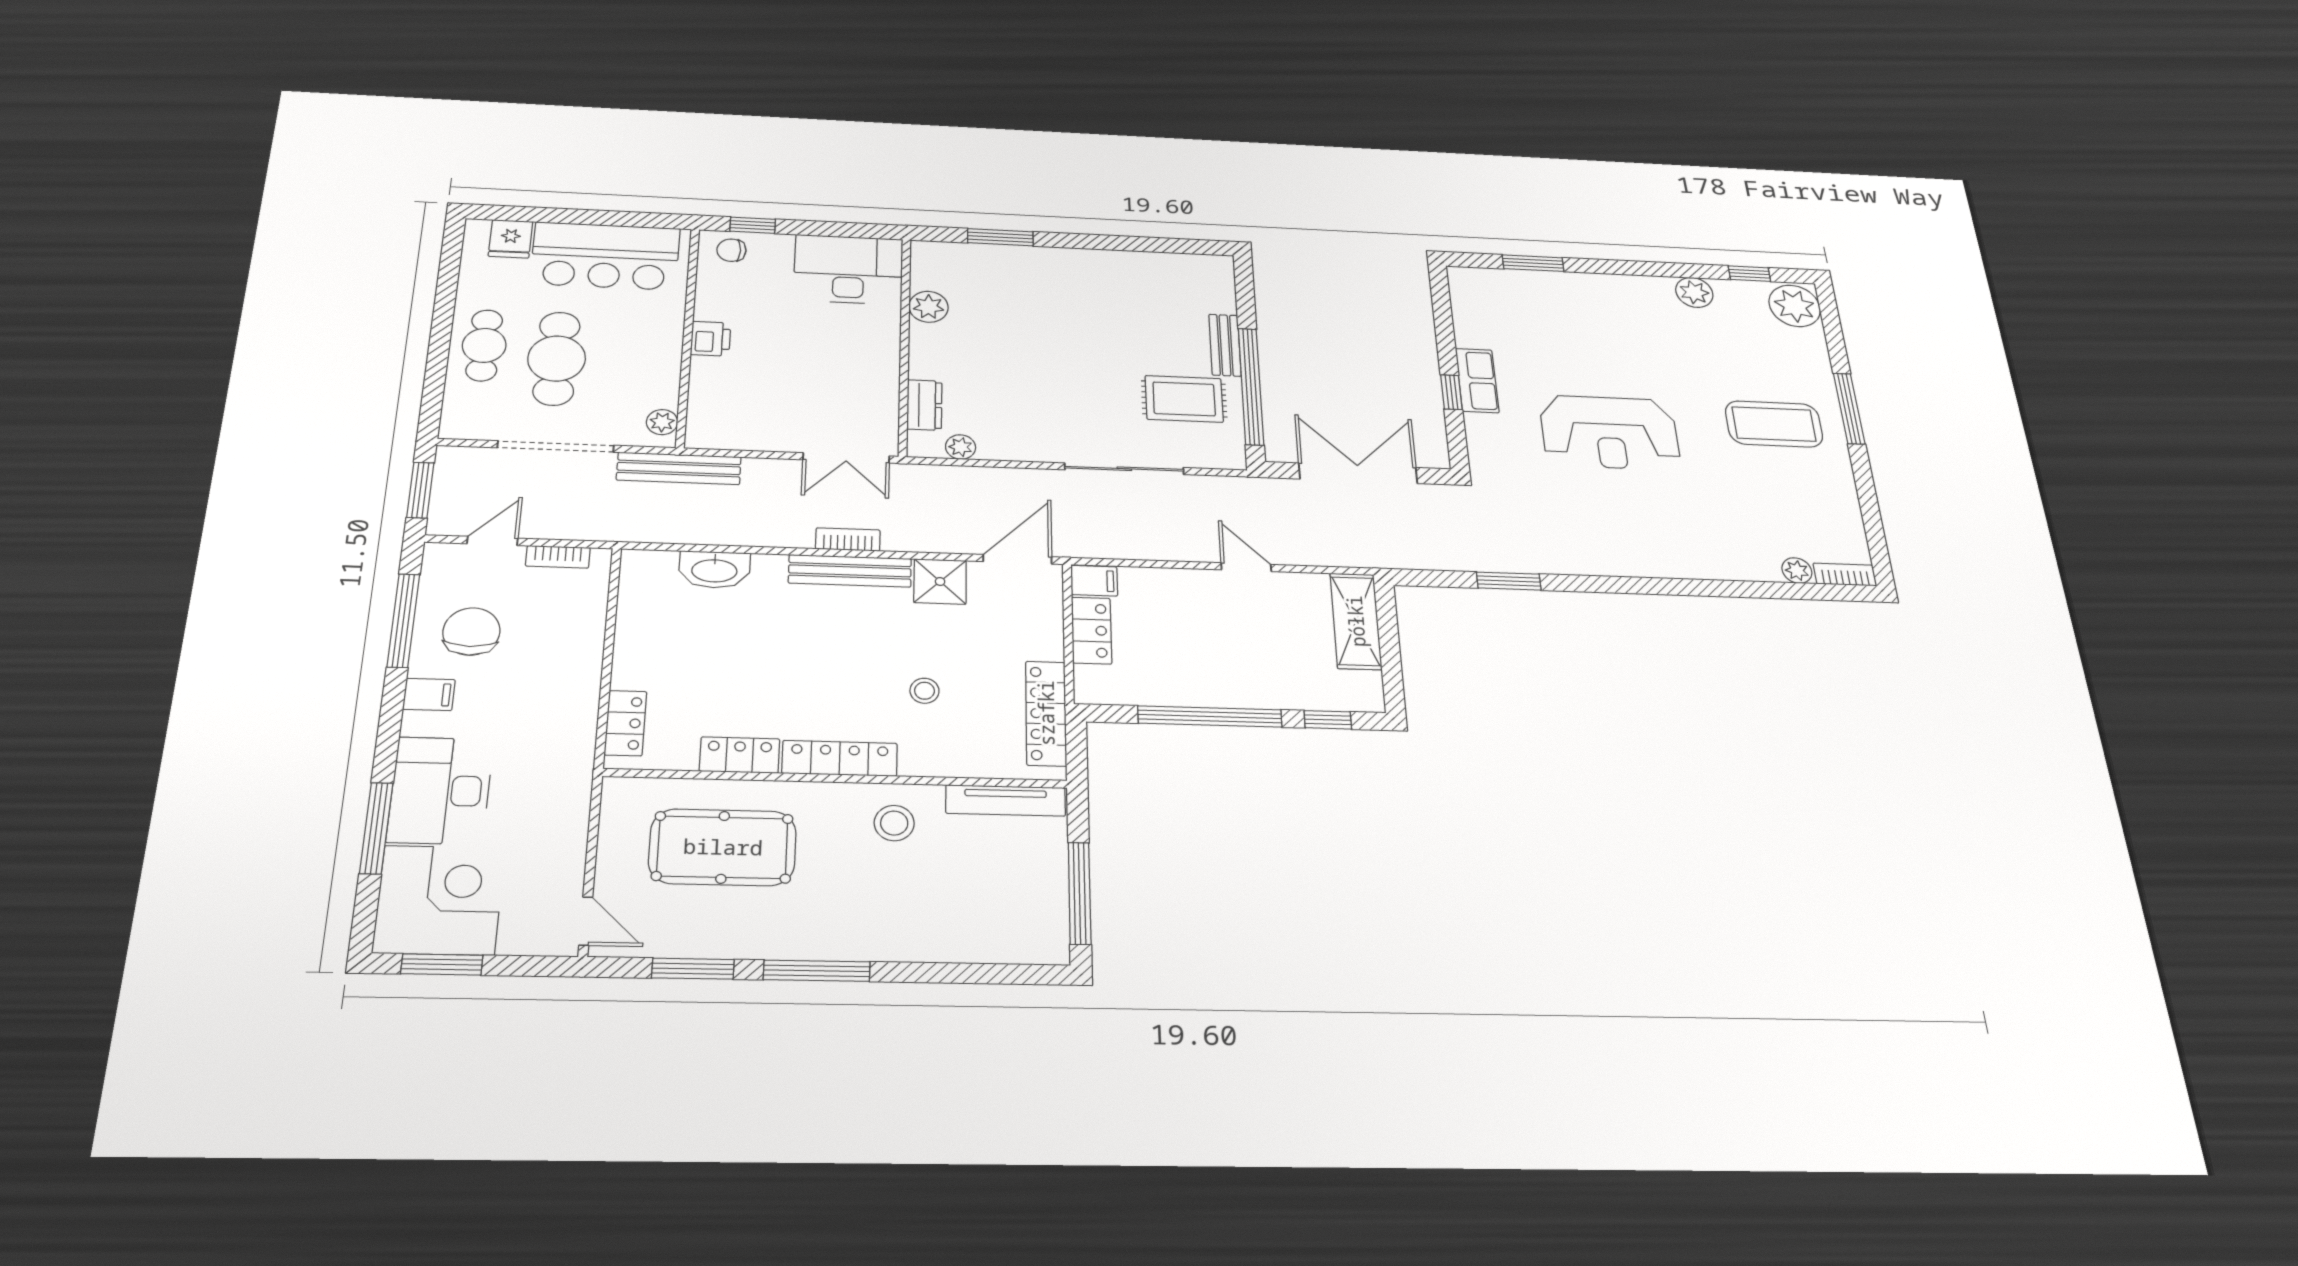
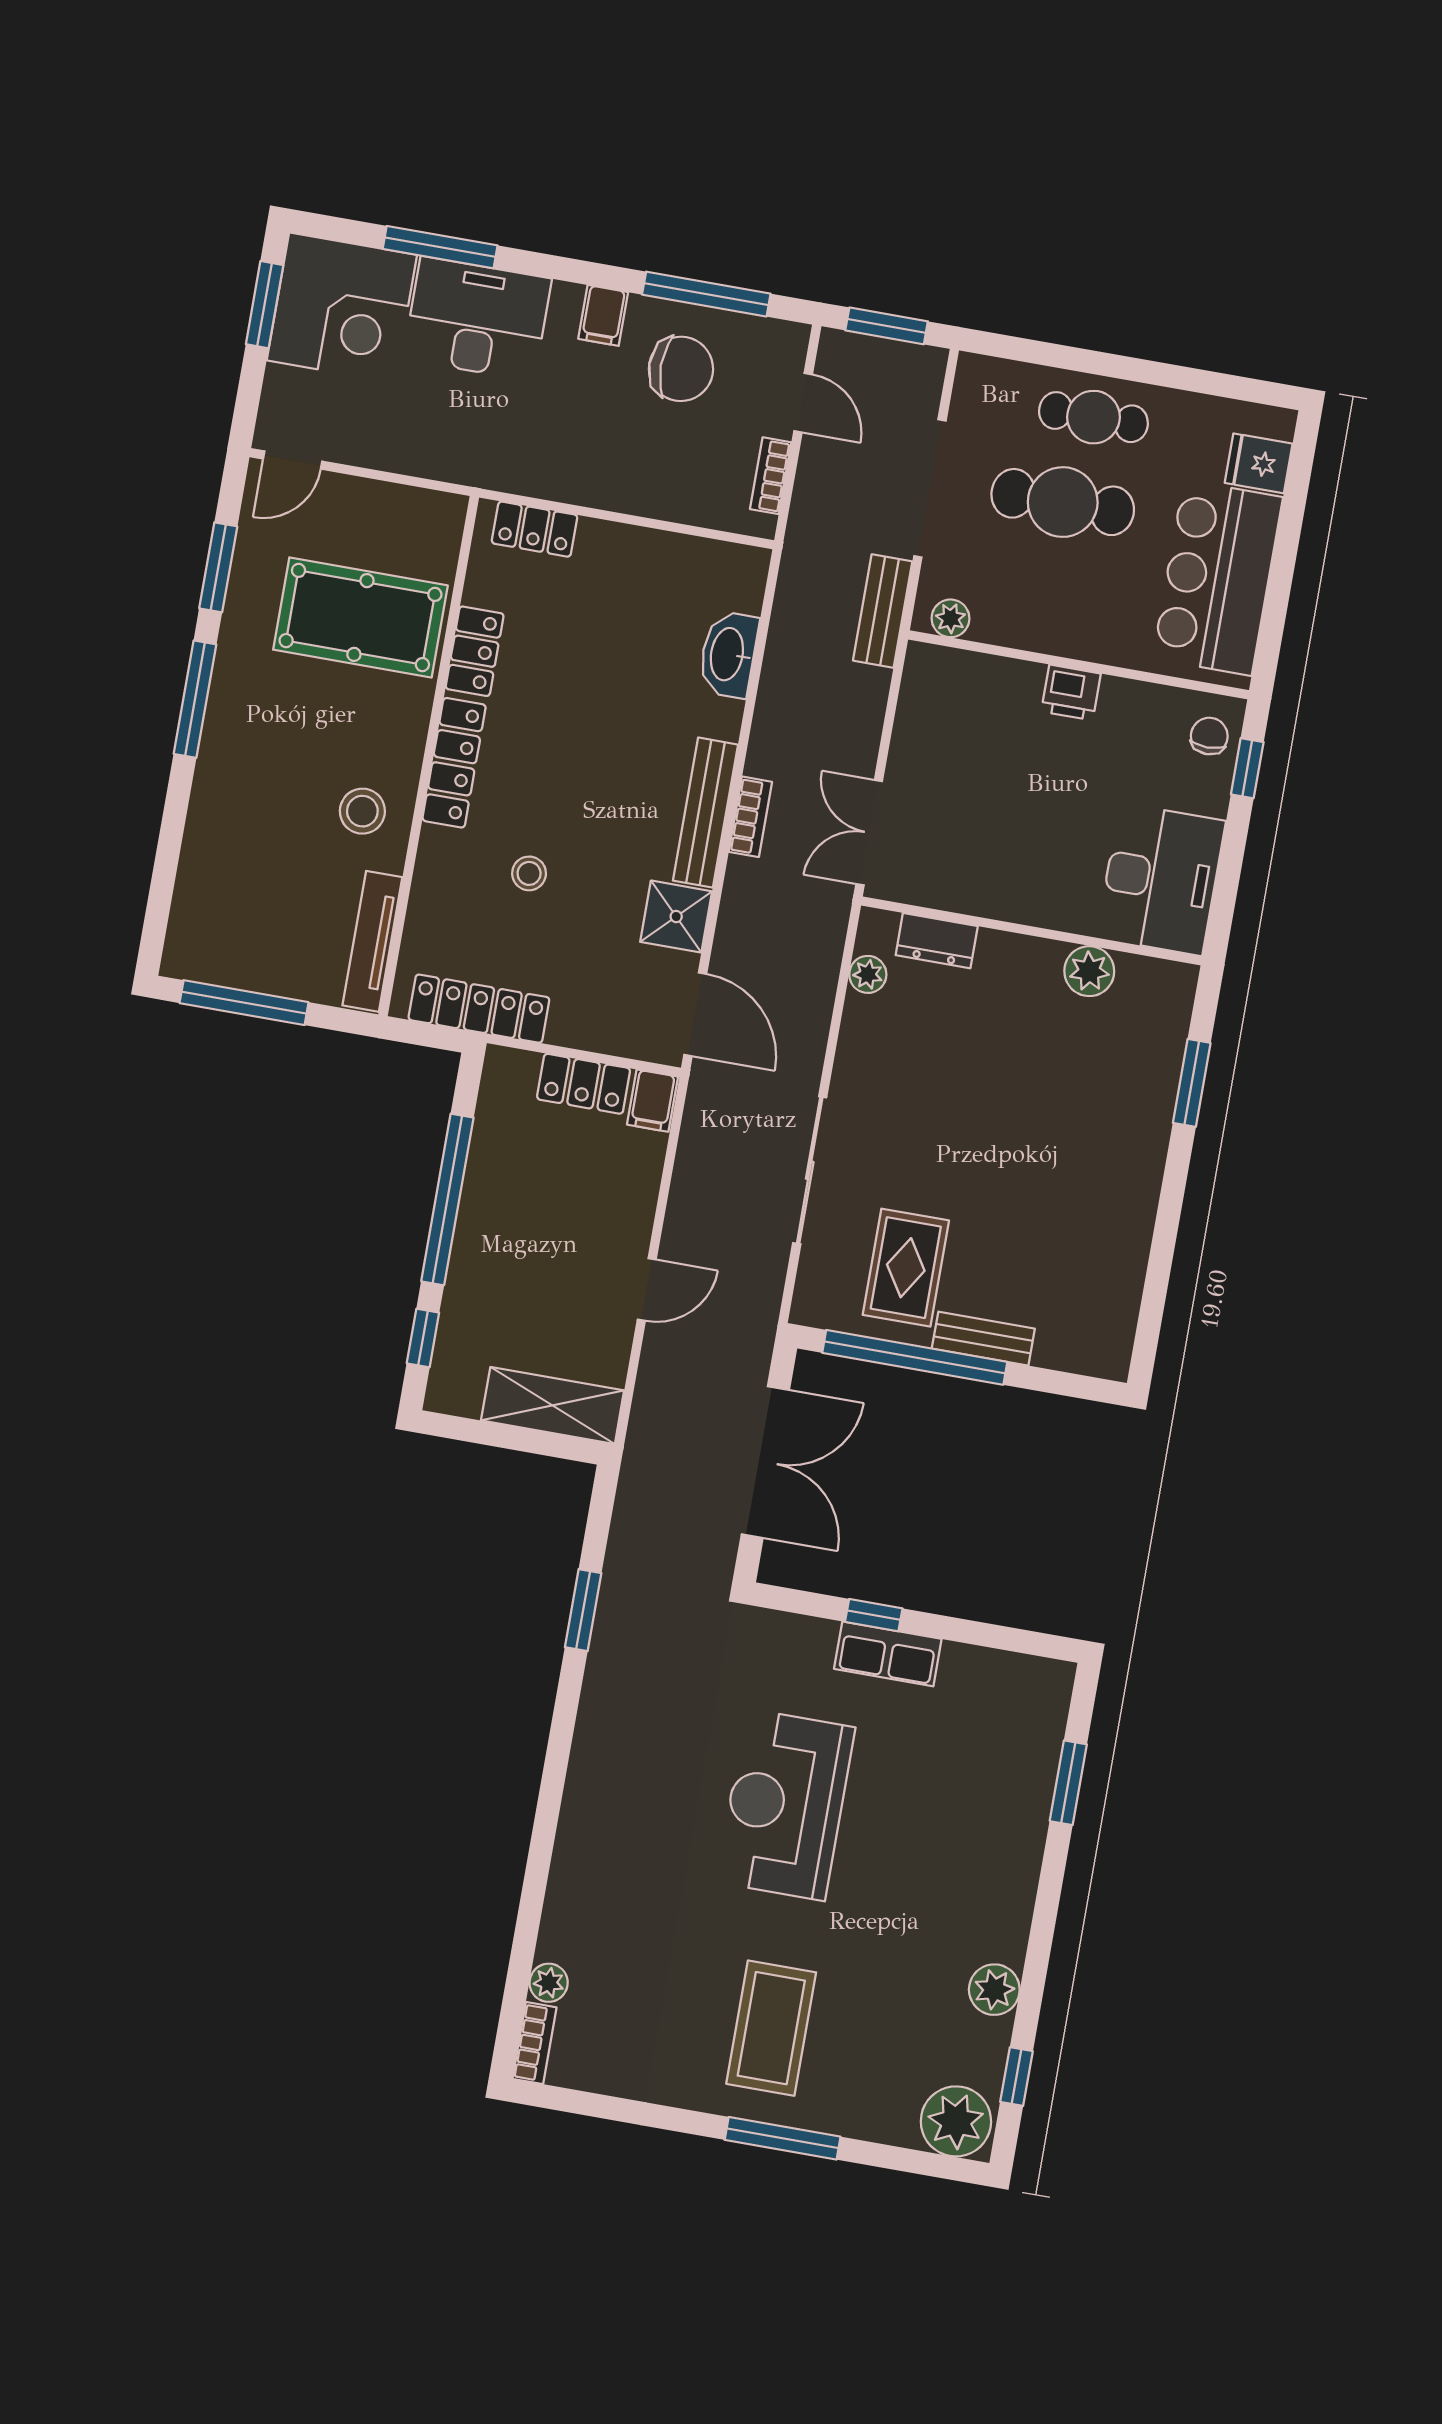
bench: (679, 468) -> (883, 611), width x0.73
pool table: (723, 847) -> (360, 617), turned 90

